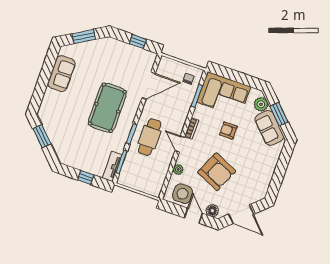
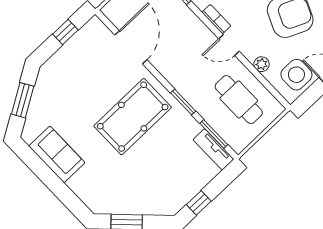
pool table: (107, 108) -> (133, 117), turned 90
cafe table: (150, 137) -> (239, 100), moved
window: (86, 178) -> (199, 203), moved

